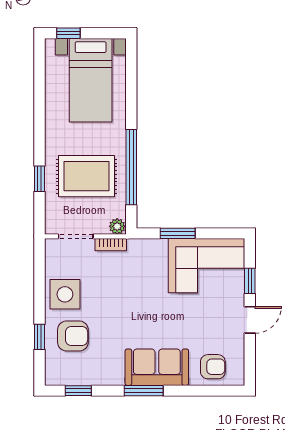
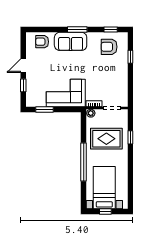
window: (68, 33) -> (105, 211), moved
window: (131, 167) -> (84, 162), moved
window: (178, 233) -> (44, 110), moved
corner sofa: (206, 266) -> (66, 93), moved
side table: (65, 294) -> (117, 79), removed
armchair: (73, 336) -> (109, 47), moved

